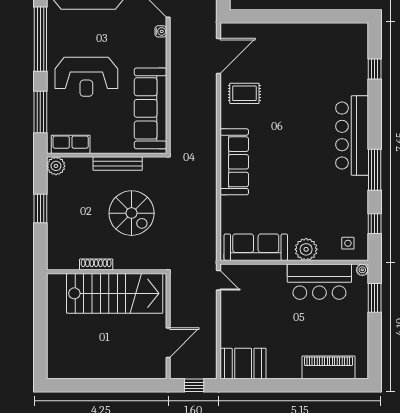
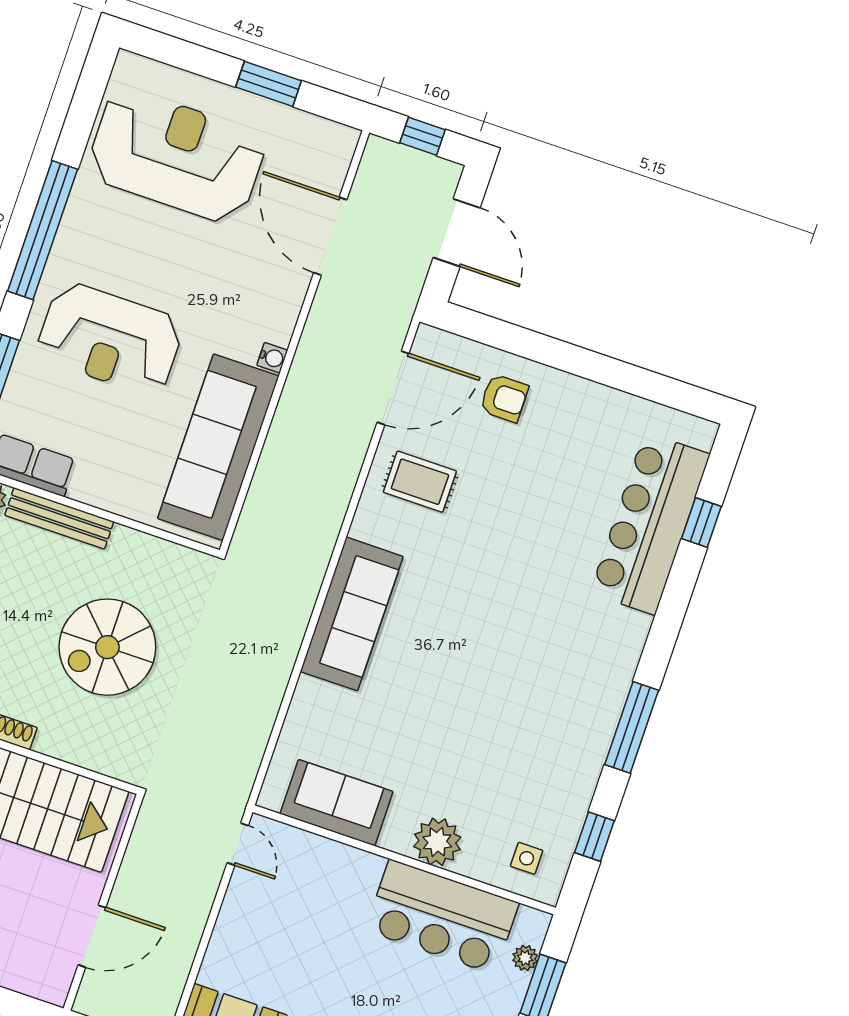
water cooler: (161, 31) -> (272, 358), moved
armchair: (269, 44) -> (504, 398), added
bar counter: (352, 136) -> (650, 524), moved
bench: (118, 164) -> (59, 518), moved
spiral stairs: (132, 213) -> (107, 647), turned 90
sofa: (256, 247) -> (337, 803), width x0.73
plant: (362, 270) -> (525, 958), moved

